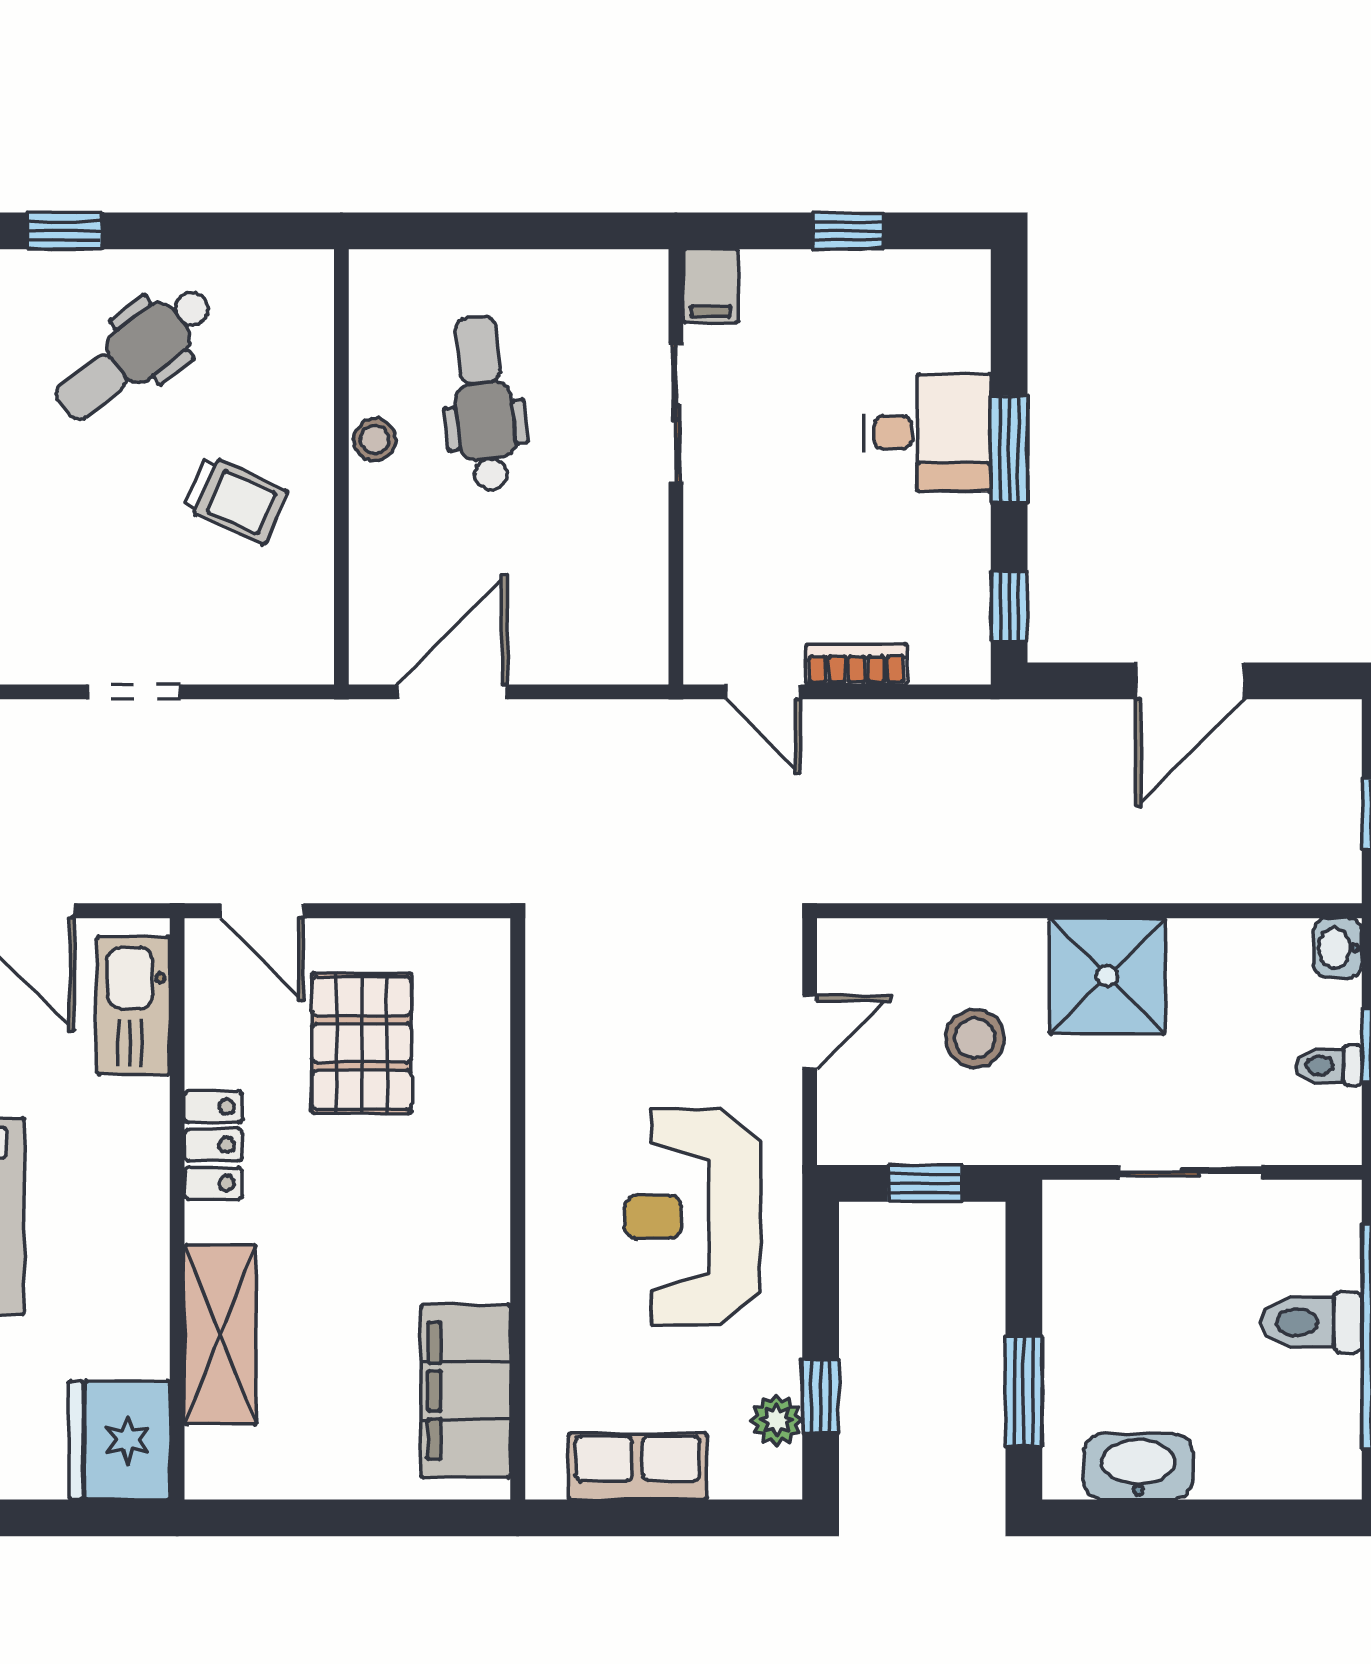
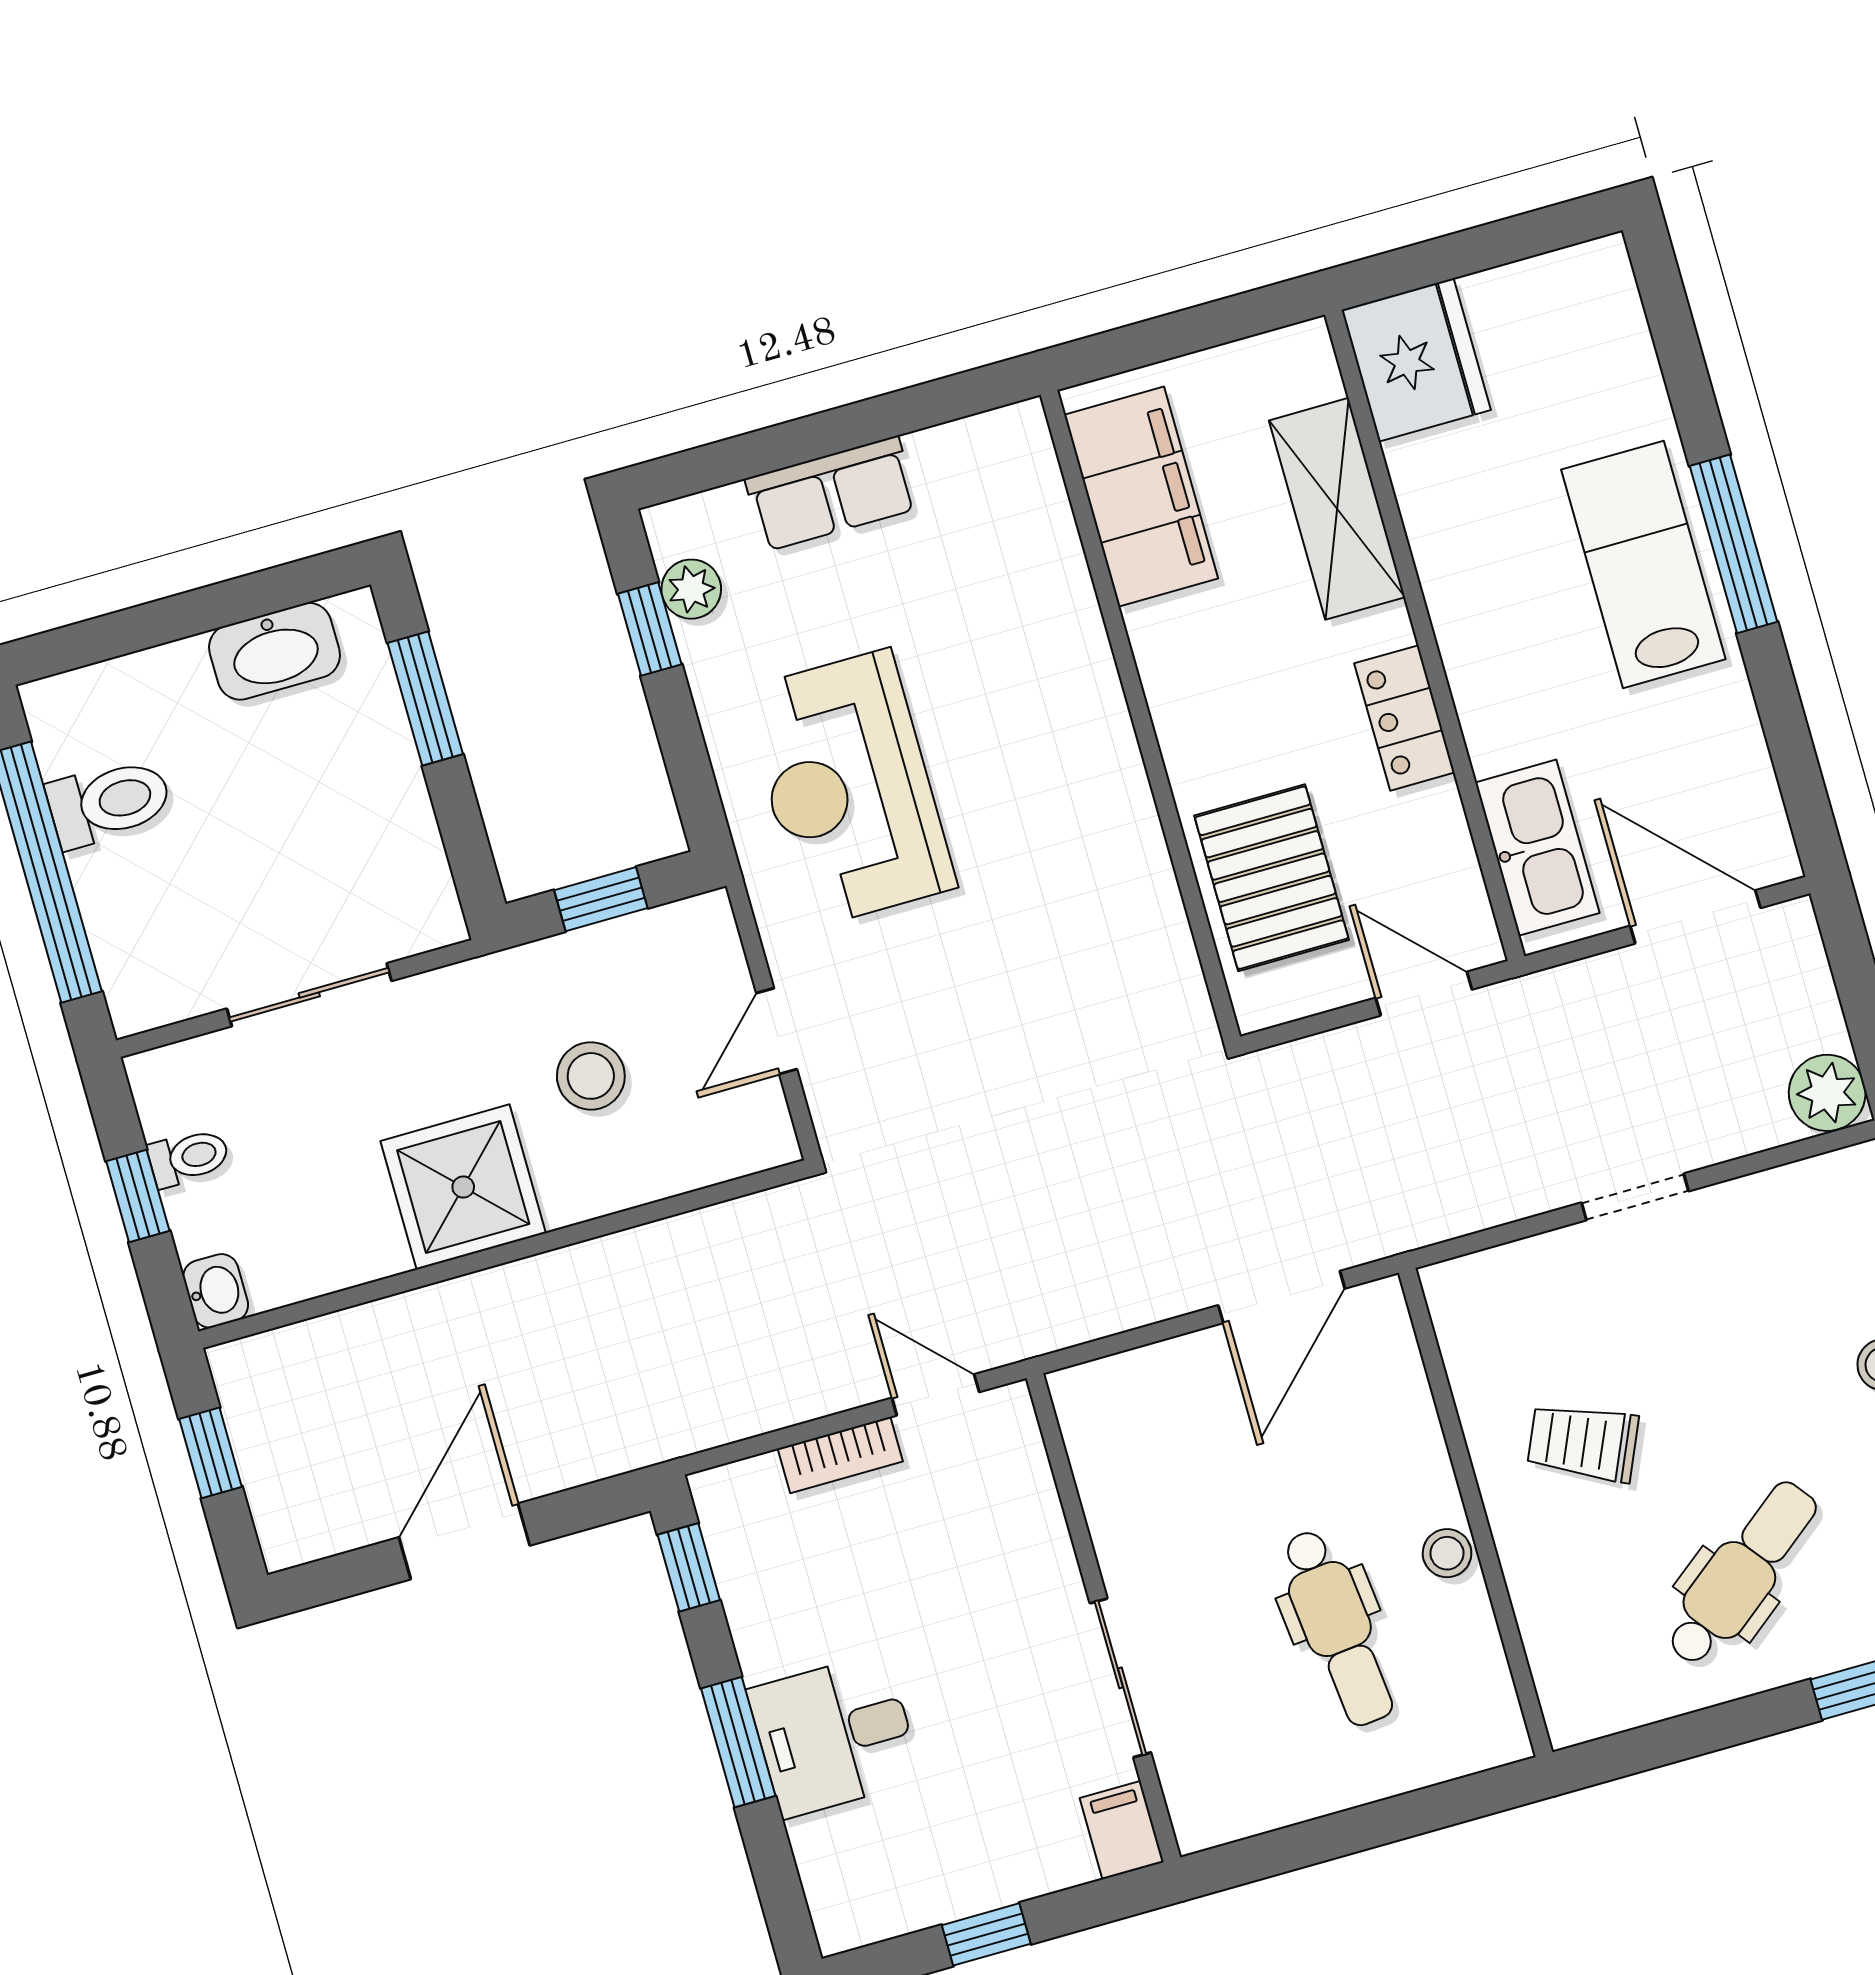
wall: (518, 1209) -> (1140, 716), moved
reception desk: (692, 1217) -> (849, 789), turned 180
toilet: (1311, 1322) -> (109, 802), moved
filing cabinet: (466, 1391) -> (1141, 497), moved

